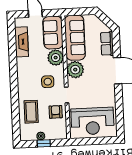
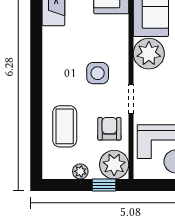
plant: (56, 58) -> (114, 165), moved
window: (44, 143) -> (104, 185), moved

